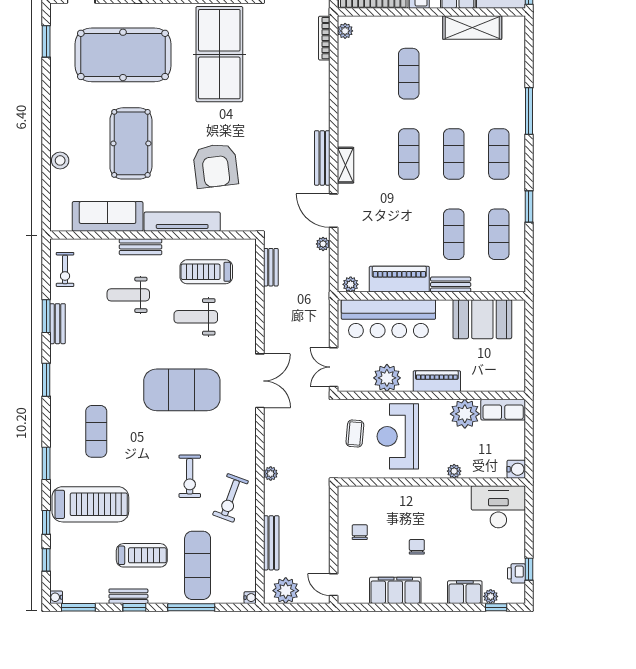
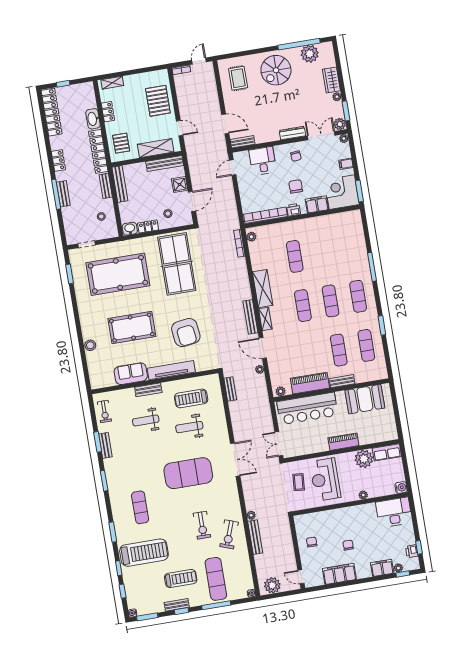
shelving: (472, 28) -> (263, 289), moved, turned 90
pool table: (131, 143) -> (132, 328), turned 90
sofa: (108, 216) -> (131, 374), width x0.73
plant: (387, 378) -> (313, 445), removed
bench: (271, 543) -> (255, 537), moved

